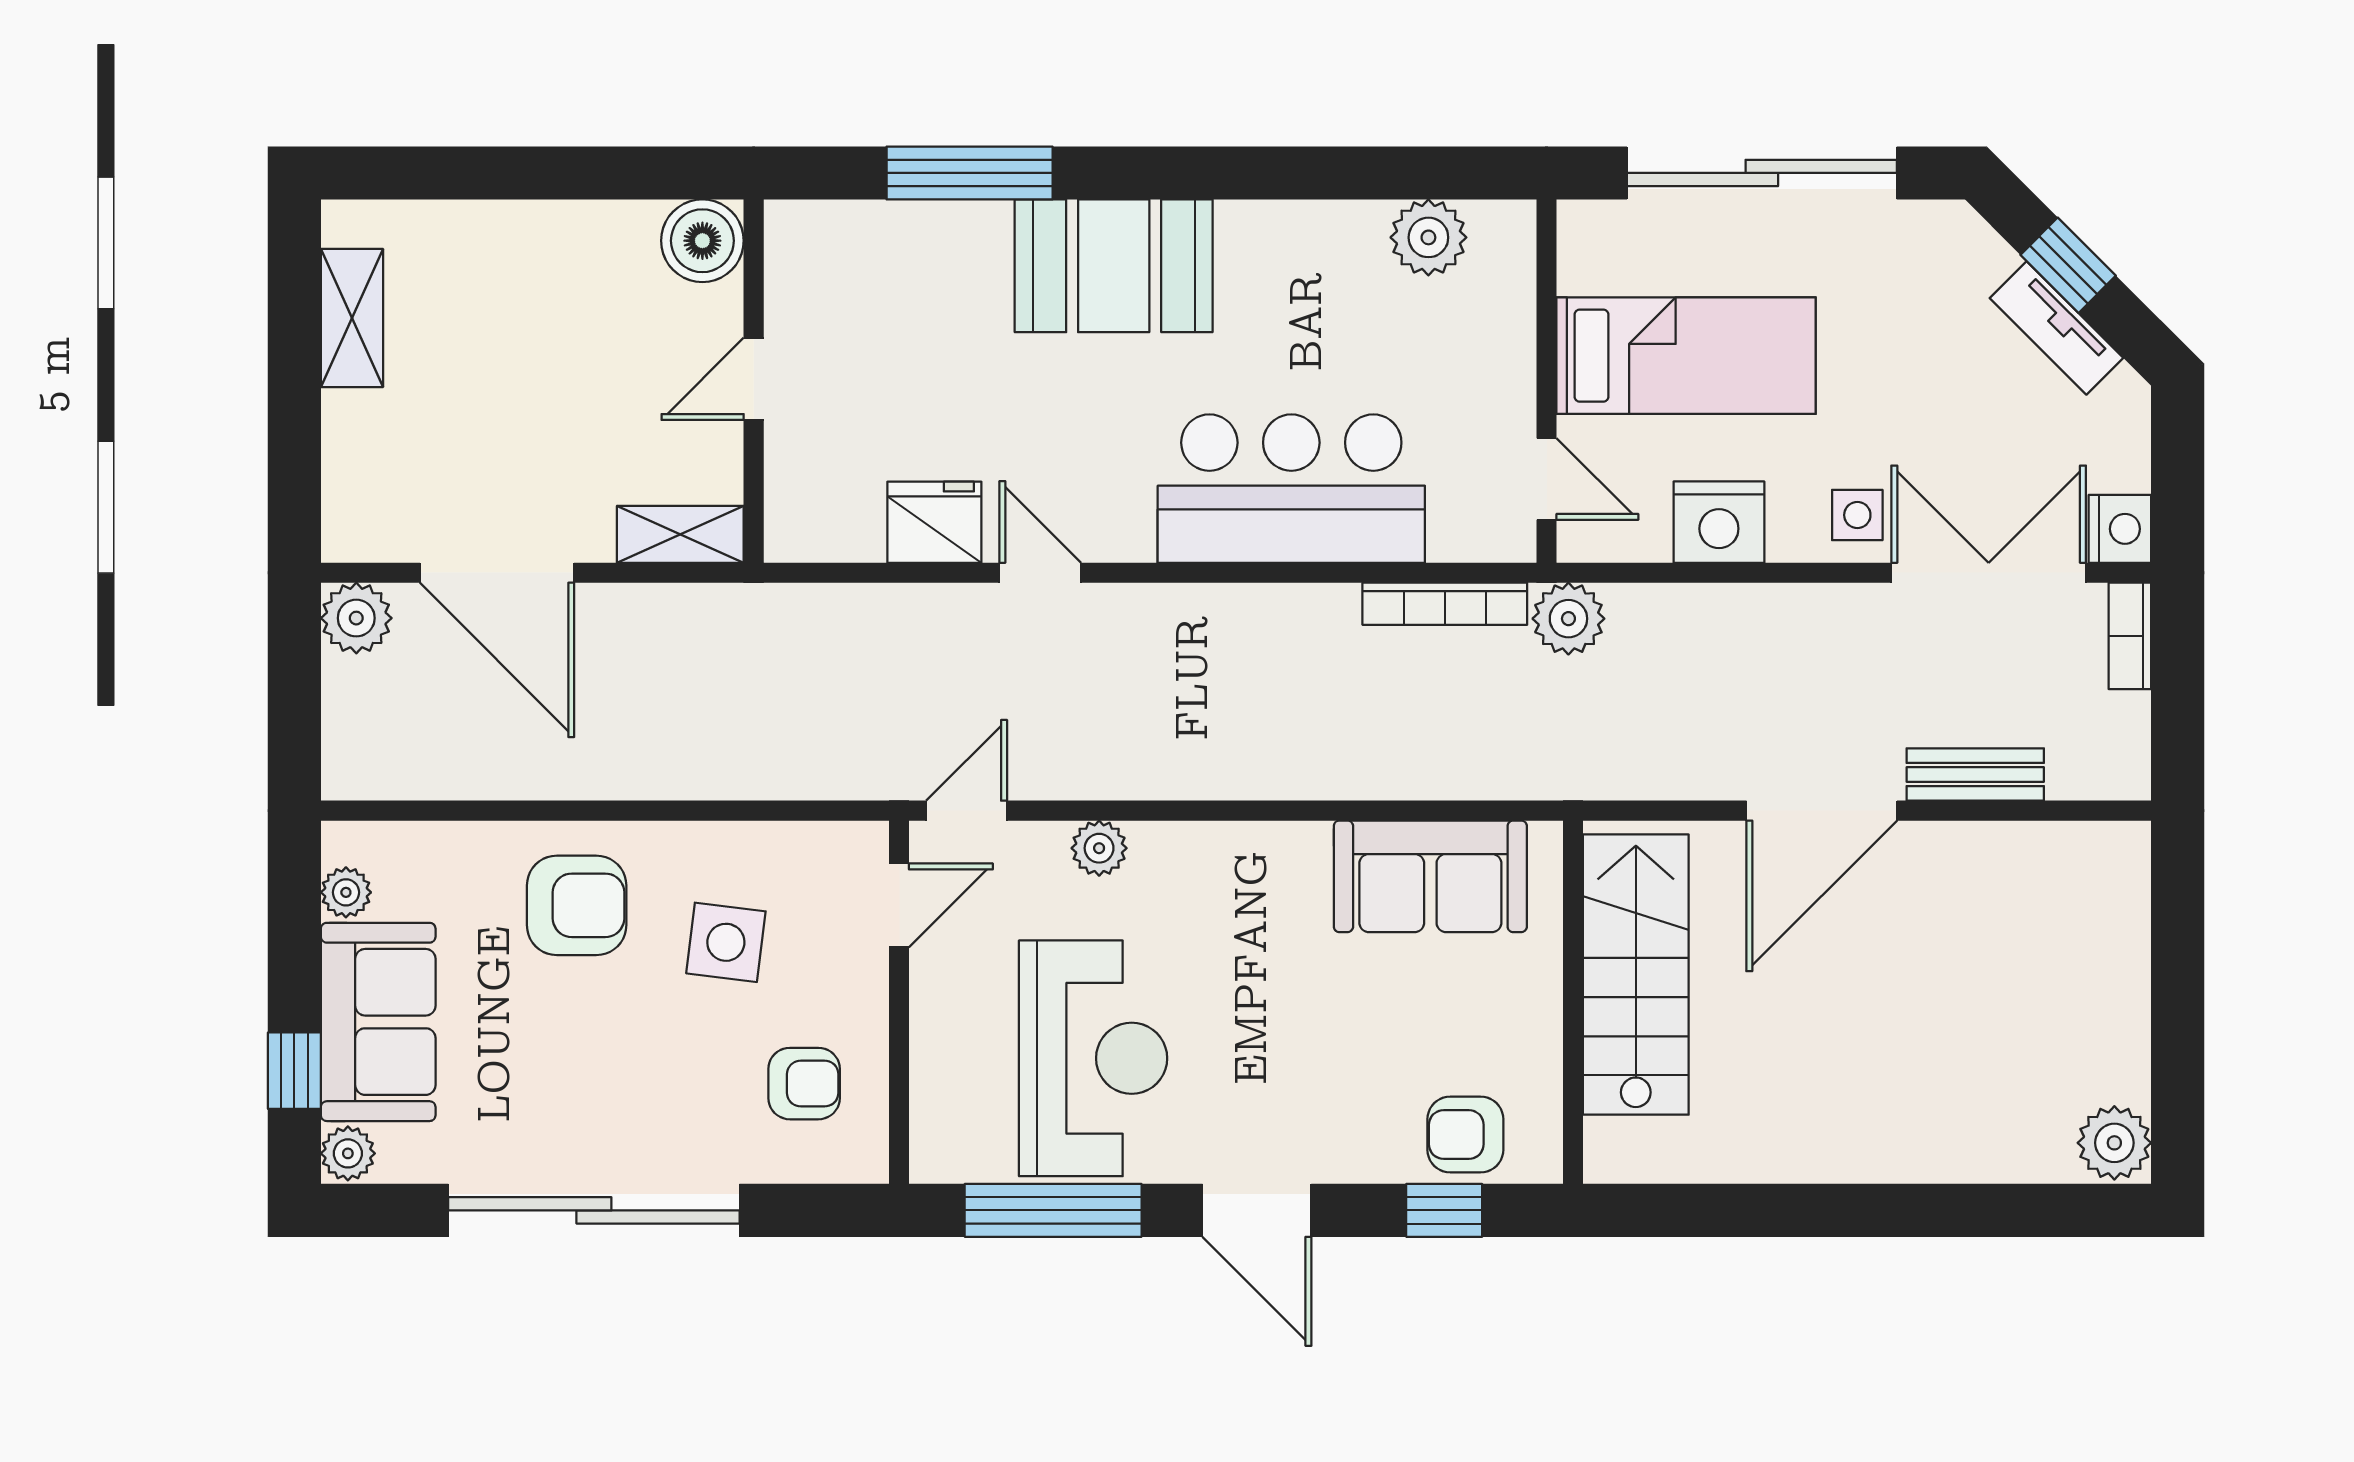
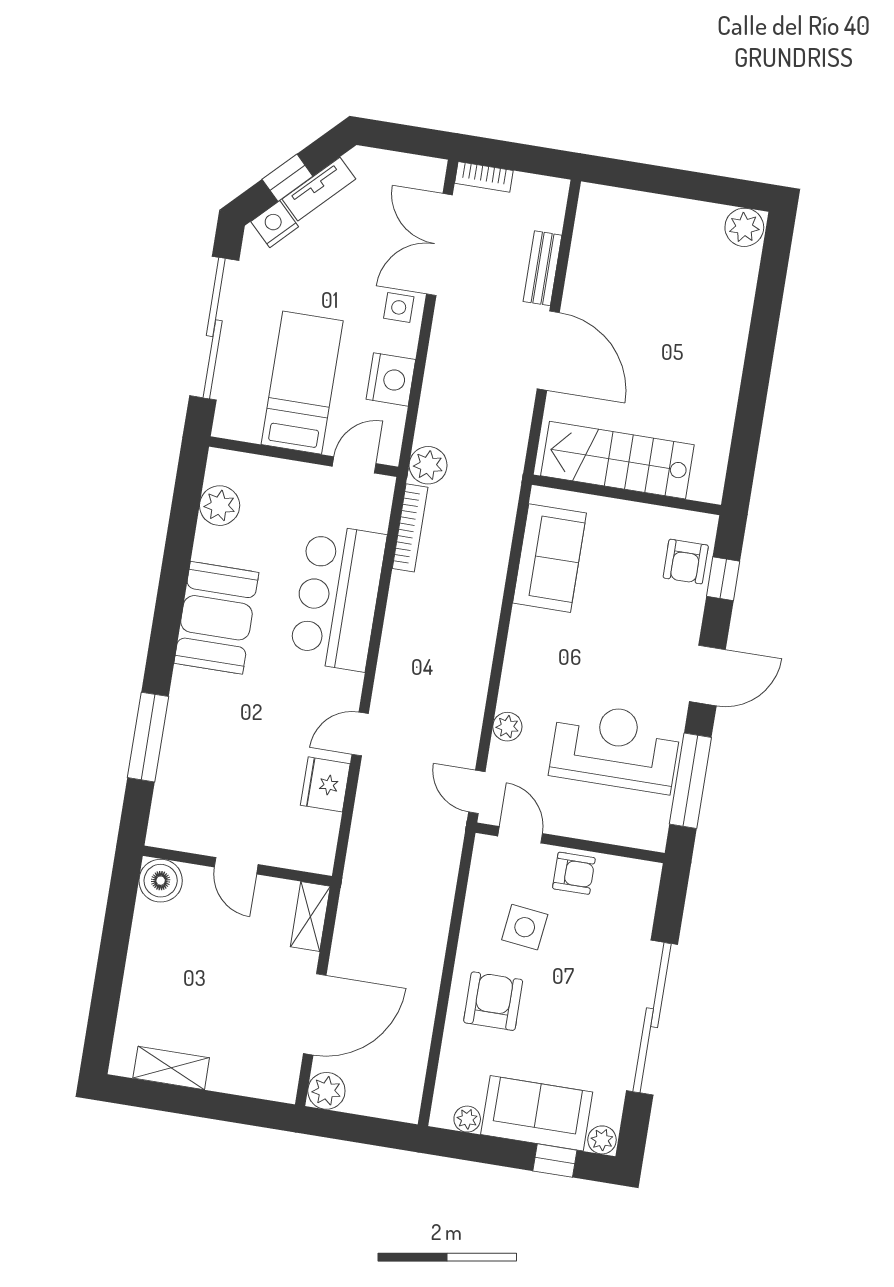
booth: (1114, 266) -> (216, 618), moved
nightstand: (2120, 529) -> (275, 224), moved, turned -45
armchair: (804, 1084) -> (574, 873), moved, turned 90

